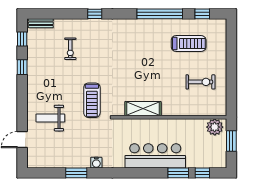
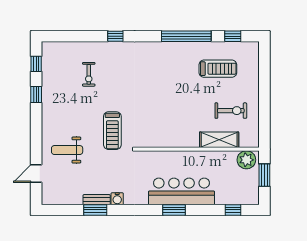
bench: (41, 23) -> (97, 200), moved
shelving: (143, 109) -> (219, 140), moved
window: (178, 173) -> (174, 210), moved

